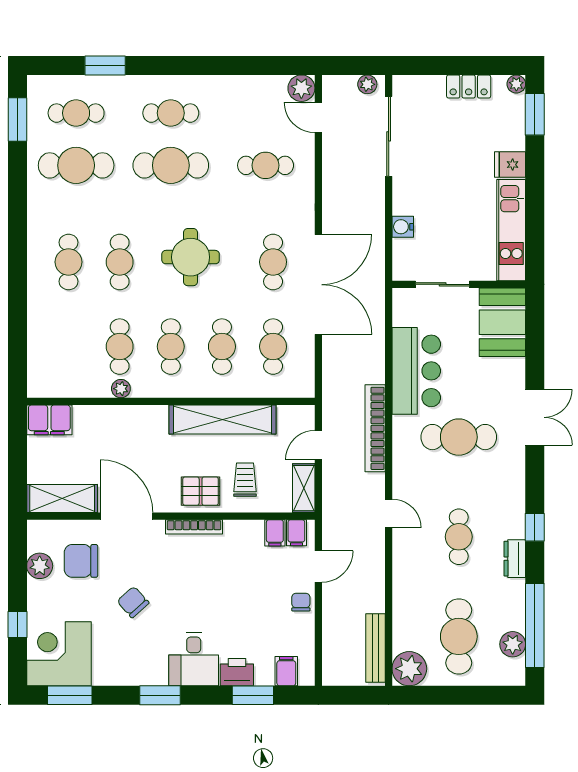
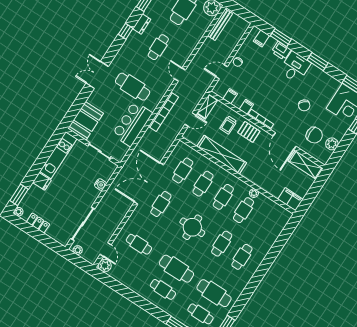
filing cabinet: (296, 533) -> (246, 107), moved

